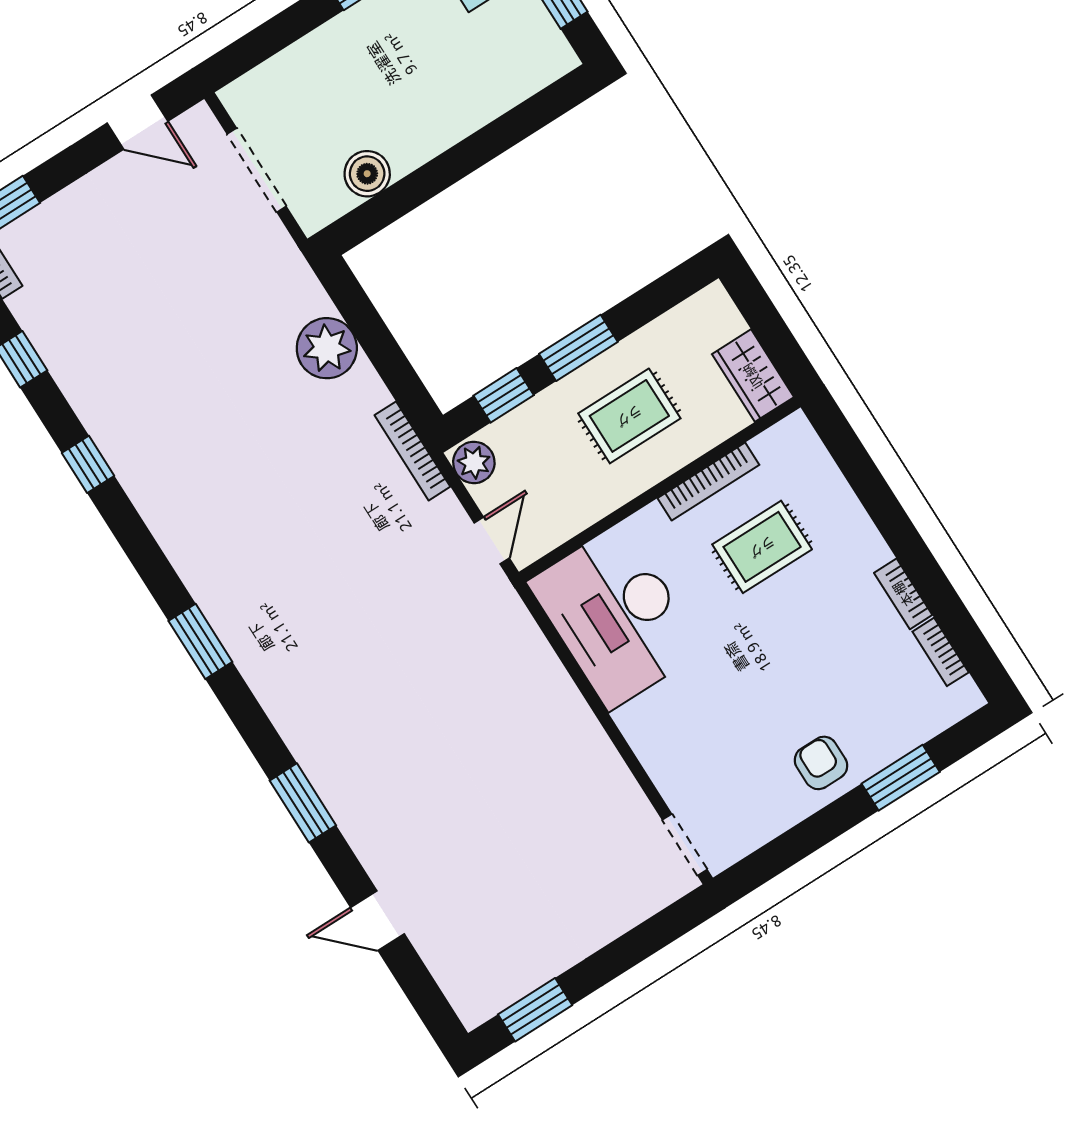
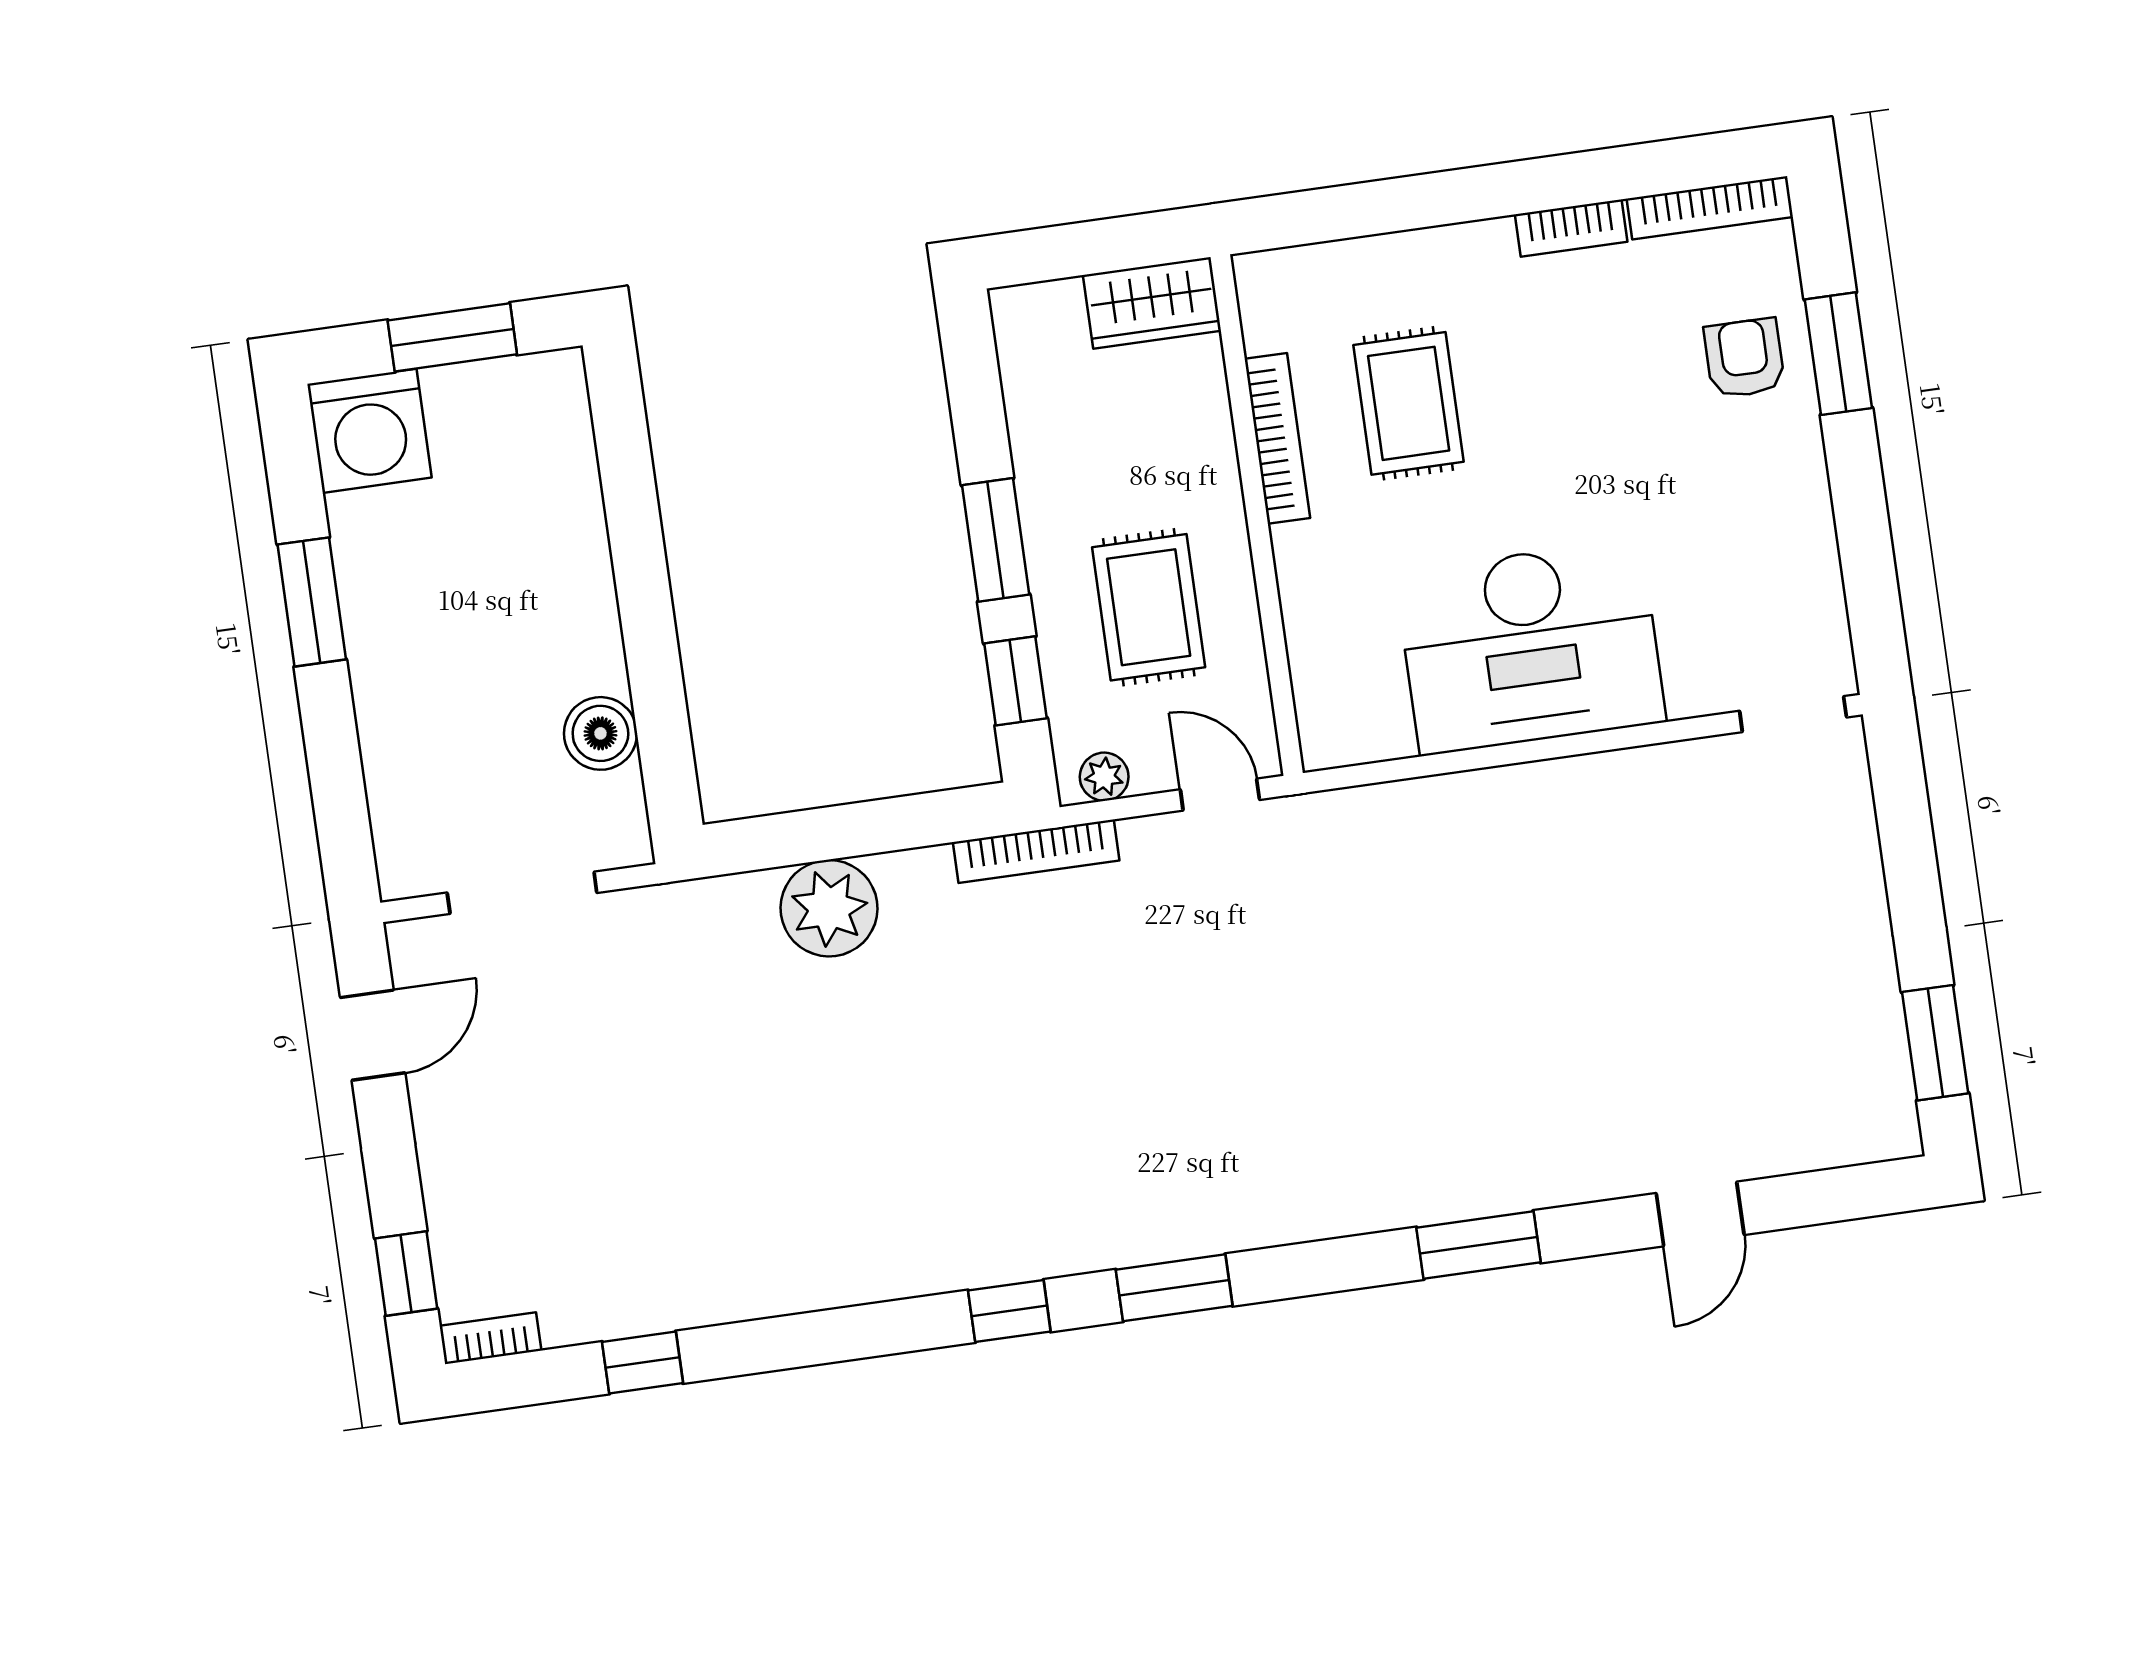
rug: (629, 416) -> (1149, 607), moved
plant: (474, 462) -> (1104, 777), width x0.73, depth x0.73
window: (88, 464) -> (1009, 1311), moved
desk: (616, 616) -> (1530, 647), moved
bookcase: (941, 652) -> (1710, 208), width x1.56
armchair: (821, 763) -> (1744, 358), moved, turned 90

